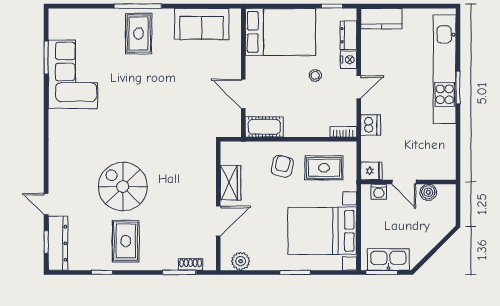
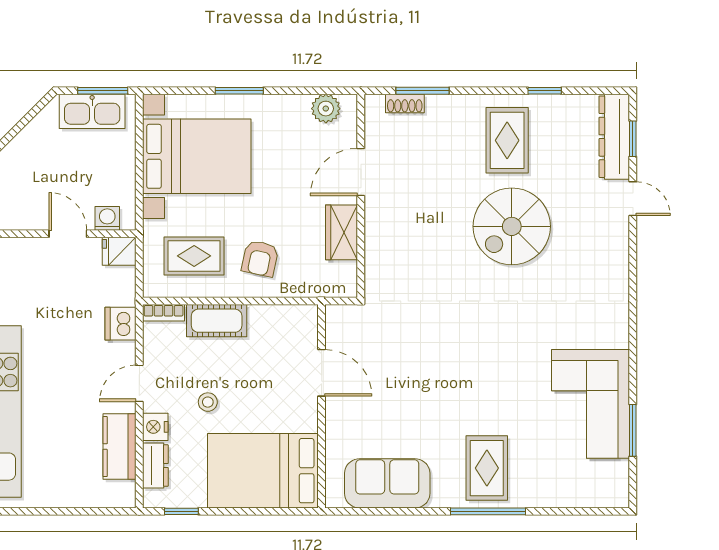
kitchen counter: (382, 19) -> (119, 447), moved, turned -90
cot: (264, 127) -> (217, 321), moved
spiral stairs: (123, 187) -> (512, 226), turned 90
boiler: (428, 192) -> (29, 217), removed

